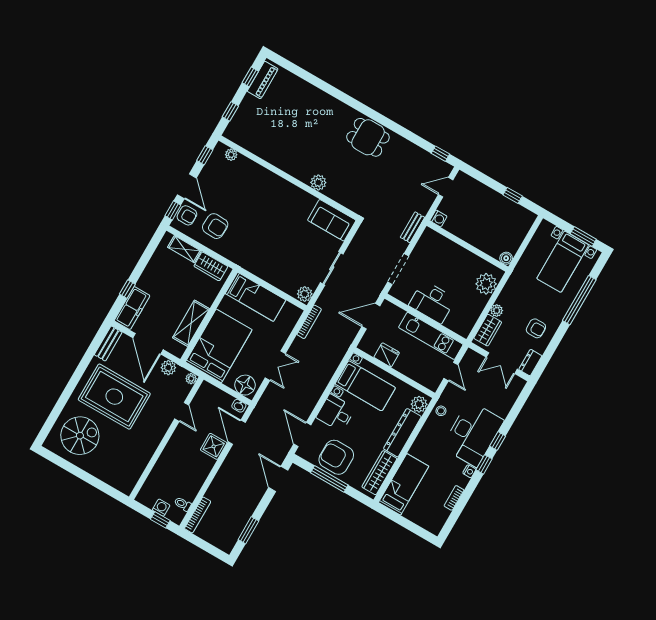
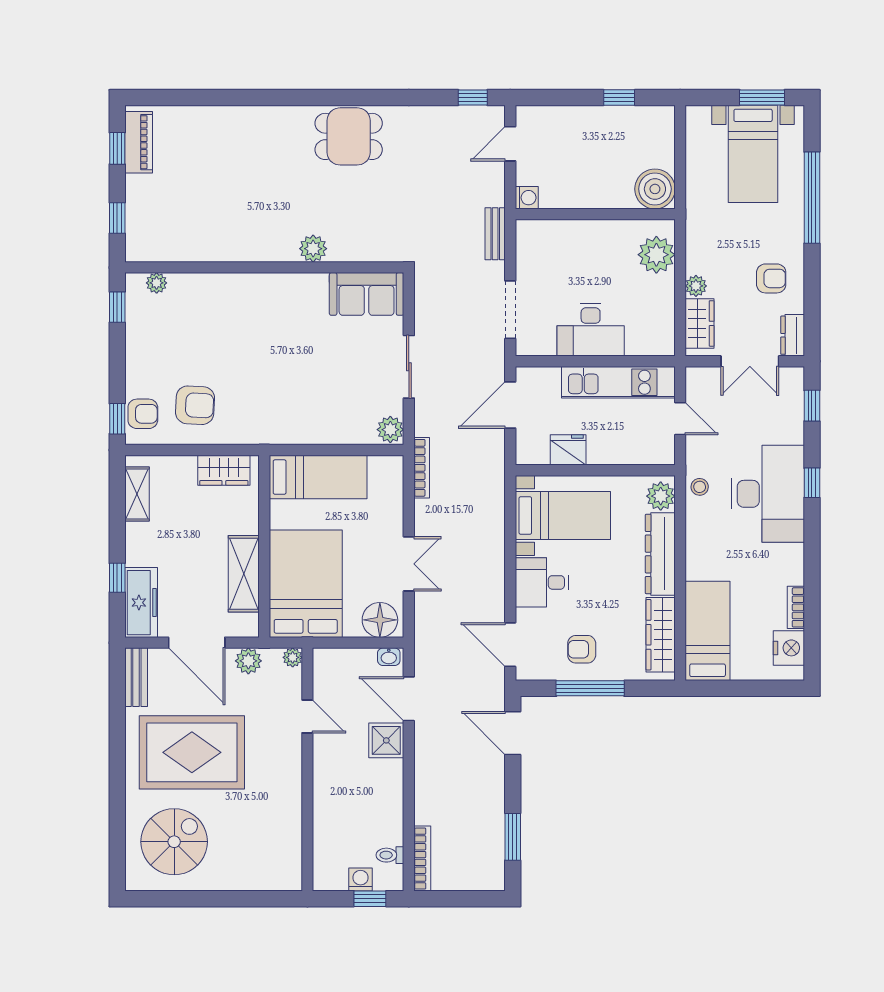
door: (187, 186) -> (117, 370), removed
shelving: (184, 249) -> (137, 494), moved, turned 90
boiler: (506, 258) -> (655, 189), width x1.86, depth x1.86
armchair: (336, 457) -> (582, 649), width x0.53, depth x0.53
window: (484, 464) -> (812, 406), moved
nightstand: (469, 471) -> (789, 648), moved, width x1.89, depth x1.79

